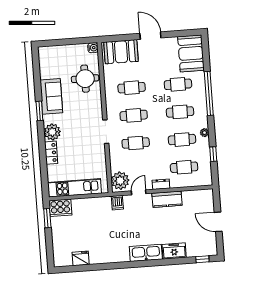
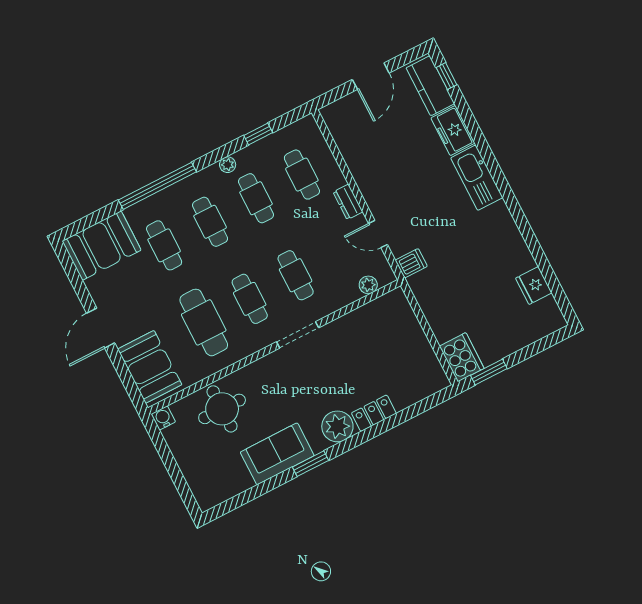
cafe table: (132, 88) -> (204, 322), width x1.37, depth x1.35
plant: (120, 181) -> (368, 285), width x0.53, depth x0.53
kitchen unit: (74, 188) -> (417, 348), removed
kitchen counter: (167, 199) -> (430, 86), moved, turned 180

